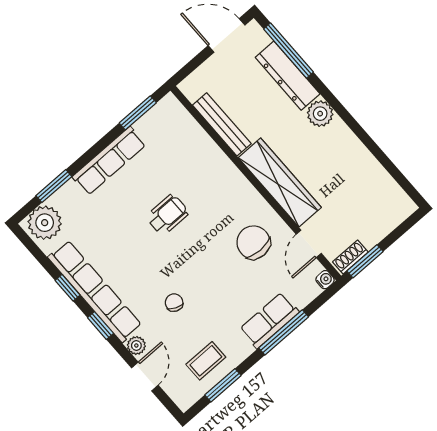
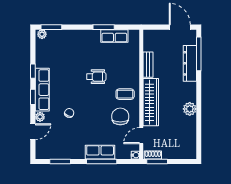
window: (138, 113) -> (104, 27), moved
plant: (320, 114) -> (190, 109), moved
bench: (222, 124) -> (148, 65), width x0.73
row of seats: (109, 161) -> (114, 36), moved, width x0.68
window: (54, 186) -> (51, 27), moved
plant: (45, 223) -> (42, 34), width x0.53, depth x0.53
row of seats: (95, 291) -> (42, 90), width x0.73
coffee table: (206, 361) -> (125, 94), moved

